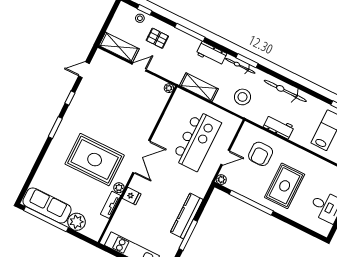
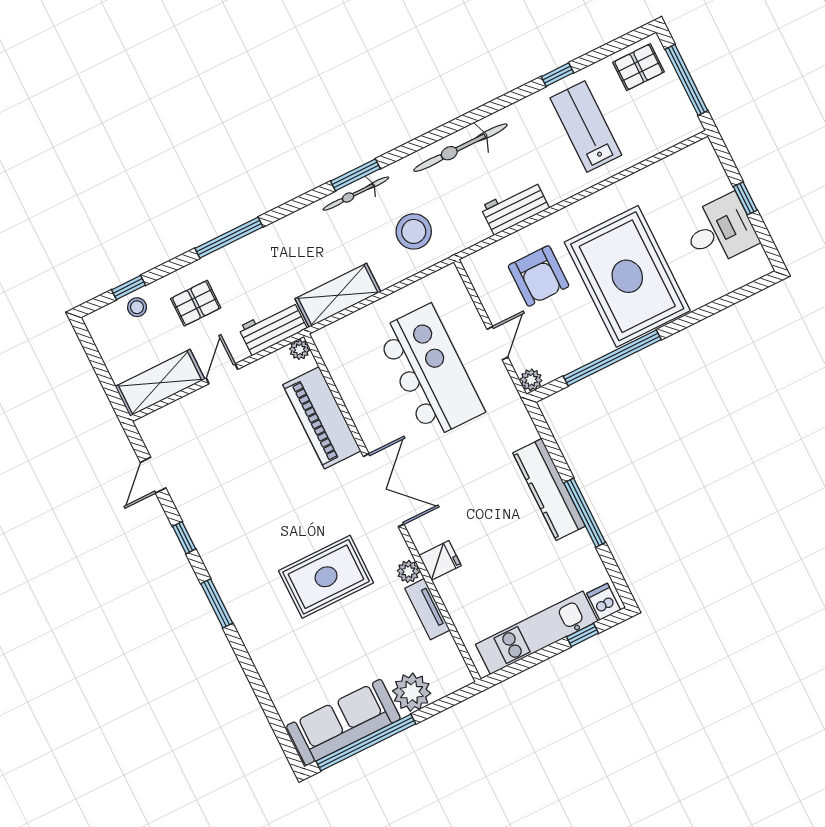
workbench: (211, 54) -> (273, 328), moved, turned 180
piano: (151, 115) -> (322, 418), added
rug: (95, 160) -> (326, 577), width x0.73, depth x0.69
rug: (285, 186) -> (627, 276), width x1.37, depth x1.44

